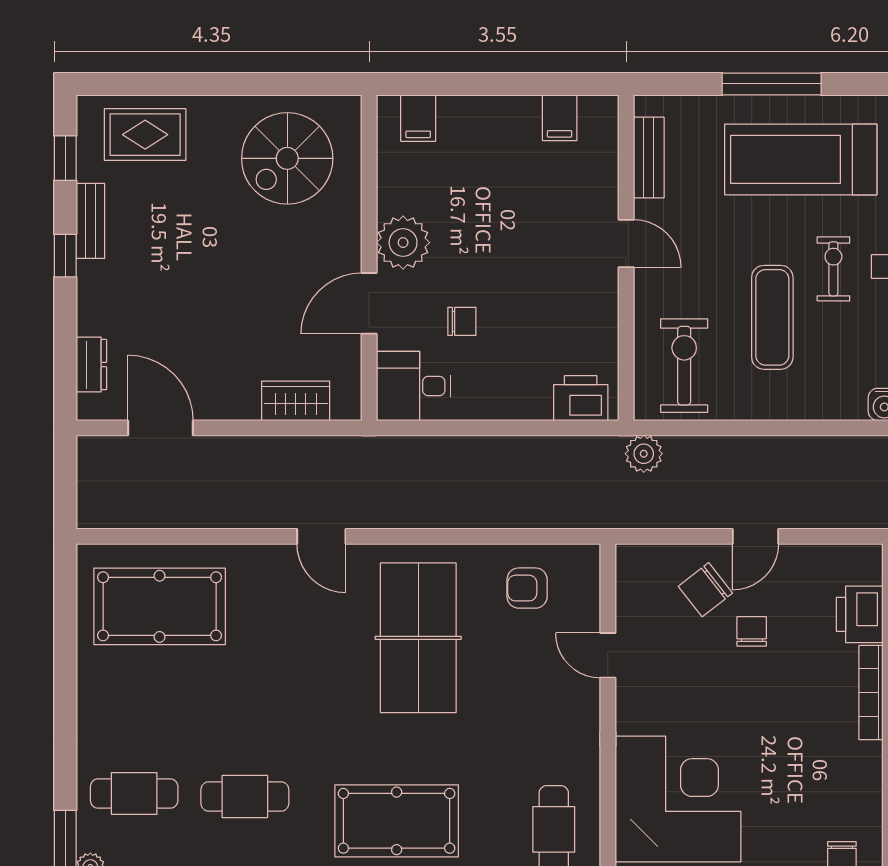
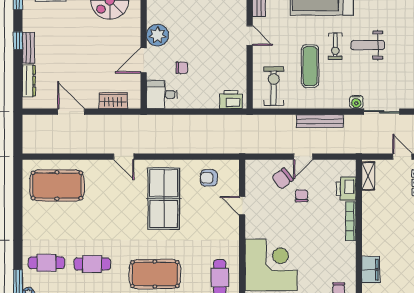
bench: (90, 221) -> (28, 48), moved
exercise bike: (833, 269) -> (335, 46), turned 180
dresser: (91, 365) -> (29, 81), width x1.44
door: (160, 428) -> (71, 112), moved
bench: (796, 451) -> (320, 121), added
plant: (644, 454) -> (257, 122), removed

